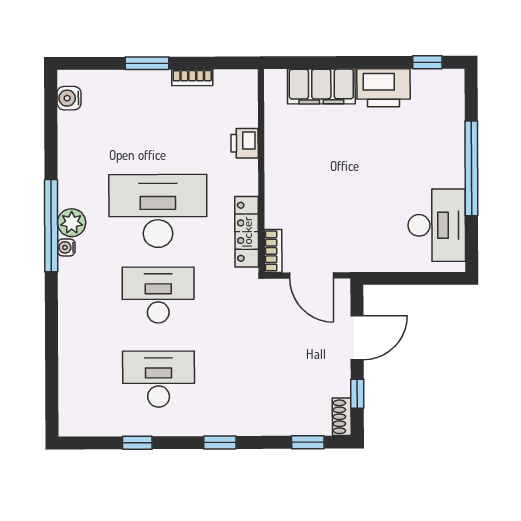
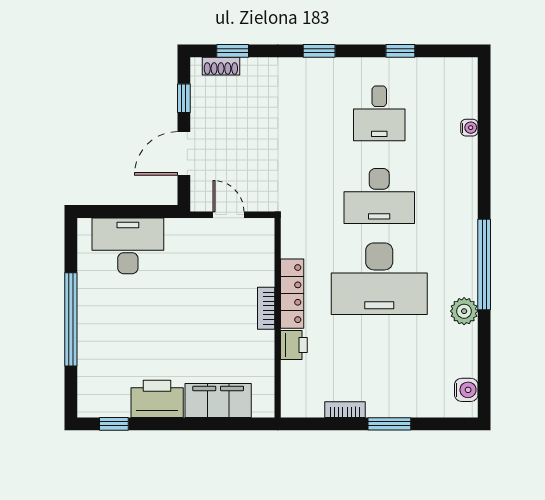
plant: (72, 223) -> (464, 311), moved
desk: (437, 225) -> (128, 246), moved, turned 90
locker: (247, 232) -> (292, 294), moved
water cooler: (66, 247) -> (469, 128), moved
bookcase: (273, 251) -> (266, 308), moved
door: (311, 275) -> (228, 215), width x0.73
desk: (158, 379) -> (379, 113), width x0.73
shoe rack: (342, 417) -> (221, 66), moved, turned 90

